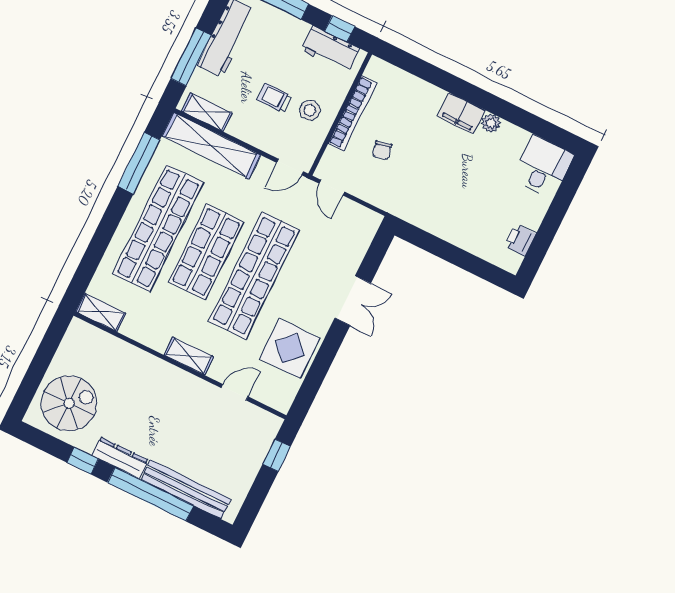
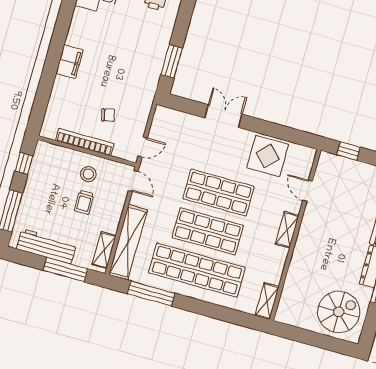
workbench: (330, 49) -> (40, 168), removed
plant: (491, 123) -> (73, 38), removed
window: (437, 246) -> (172, 61), added
shop shelf: (254, 276) -> (219, 193), width x0.71
spiral stairs: (69, 403) -> (339, 312), turned 90

